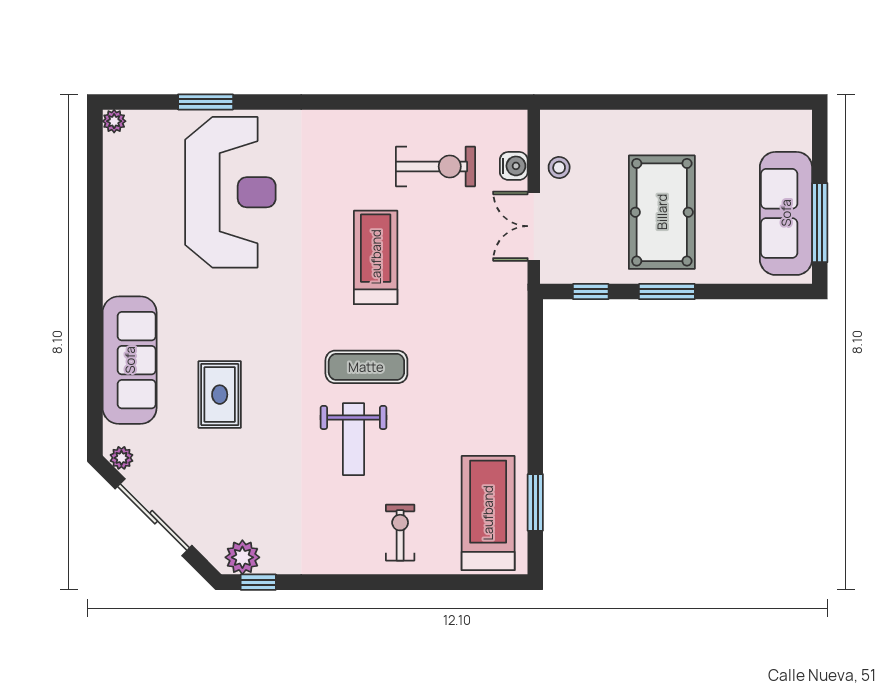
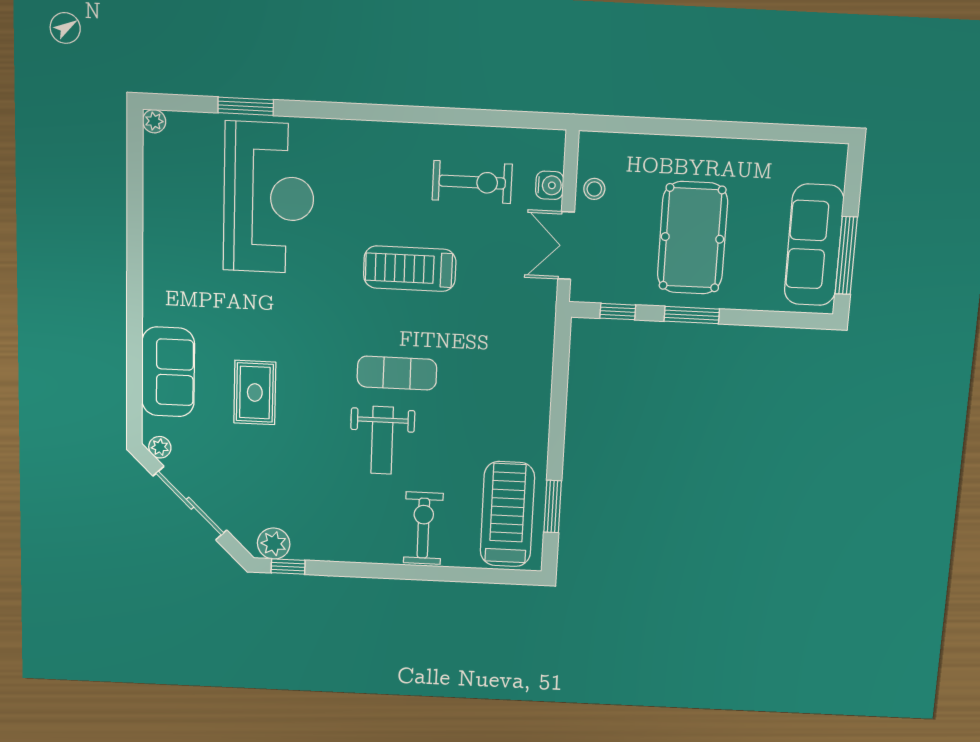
treadmill: (376, 257) -> (410, 269), turned -90
sofa: (130, 360) -> (168, 372), width x0.73
exercise bike: (400, 533) -> (423, 528), width x1.38, depth x1.39

